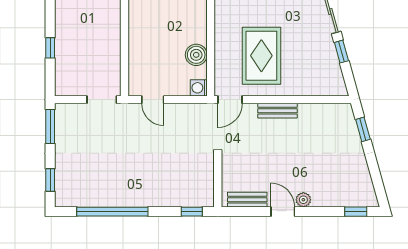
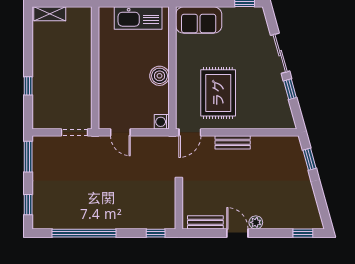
boiler: (196, 55) -> (160, 76), moved

